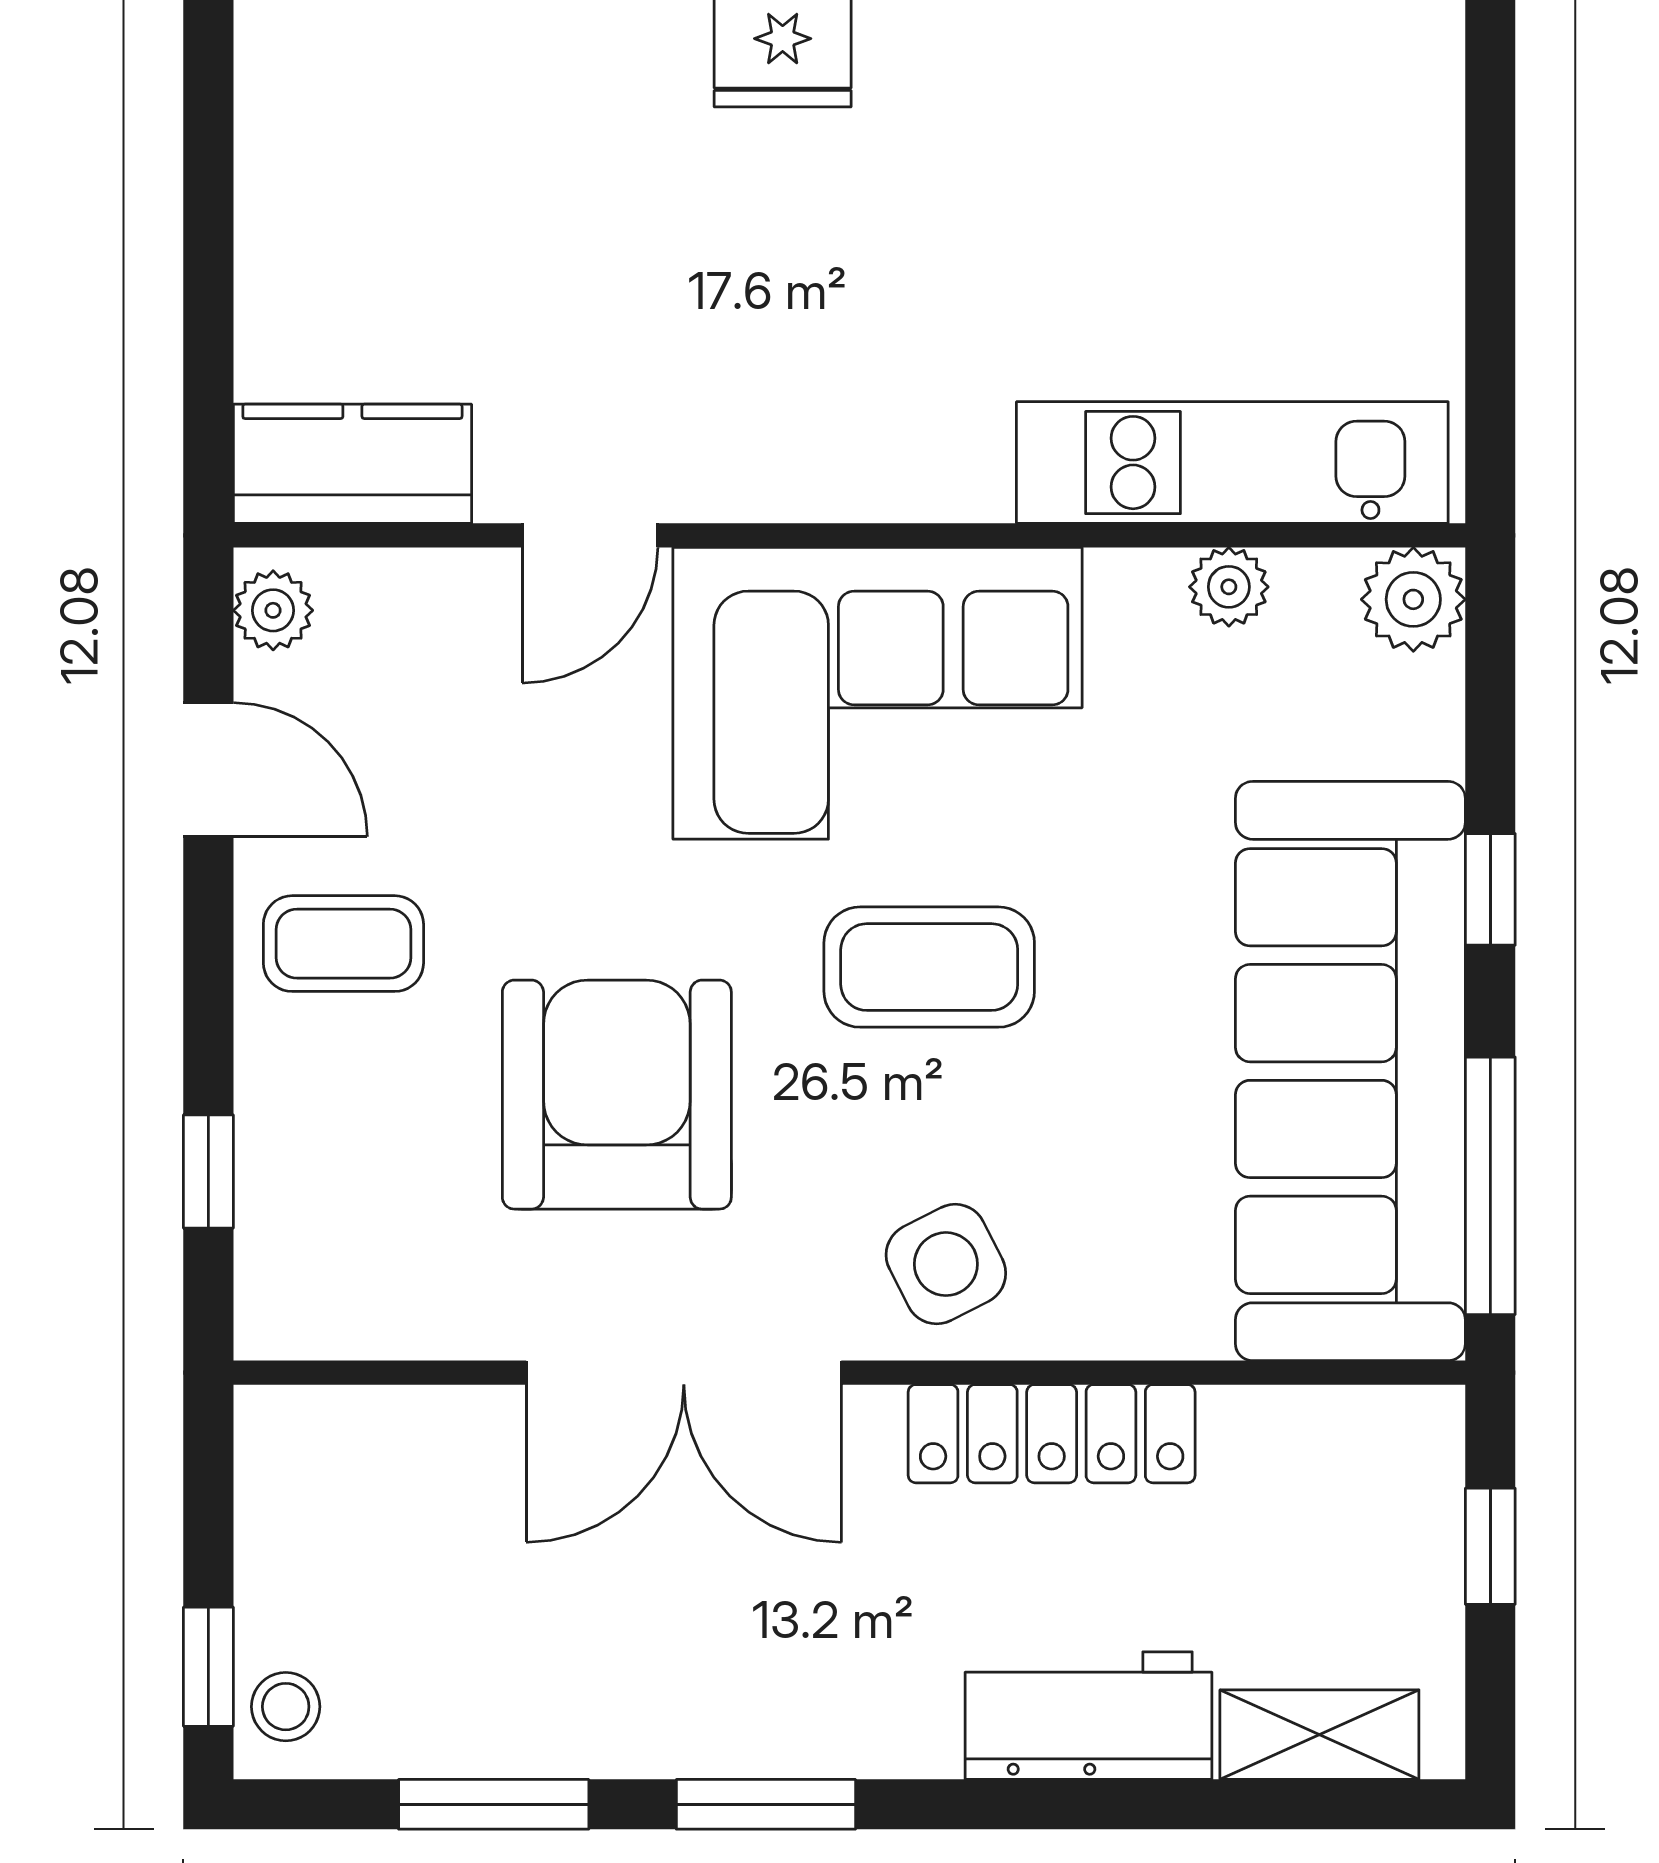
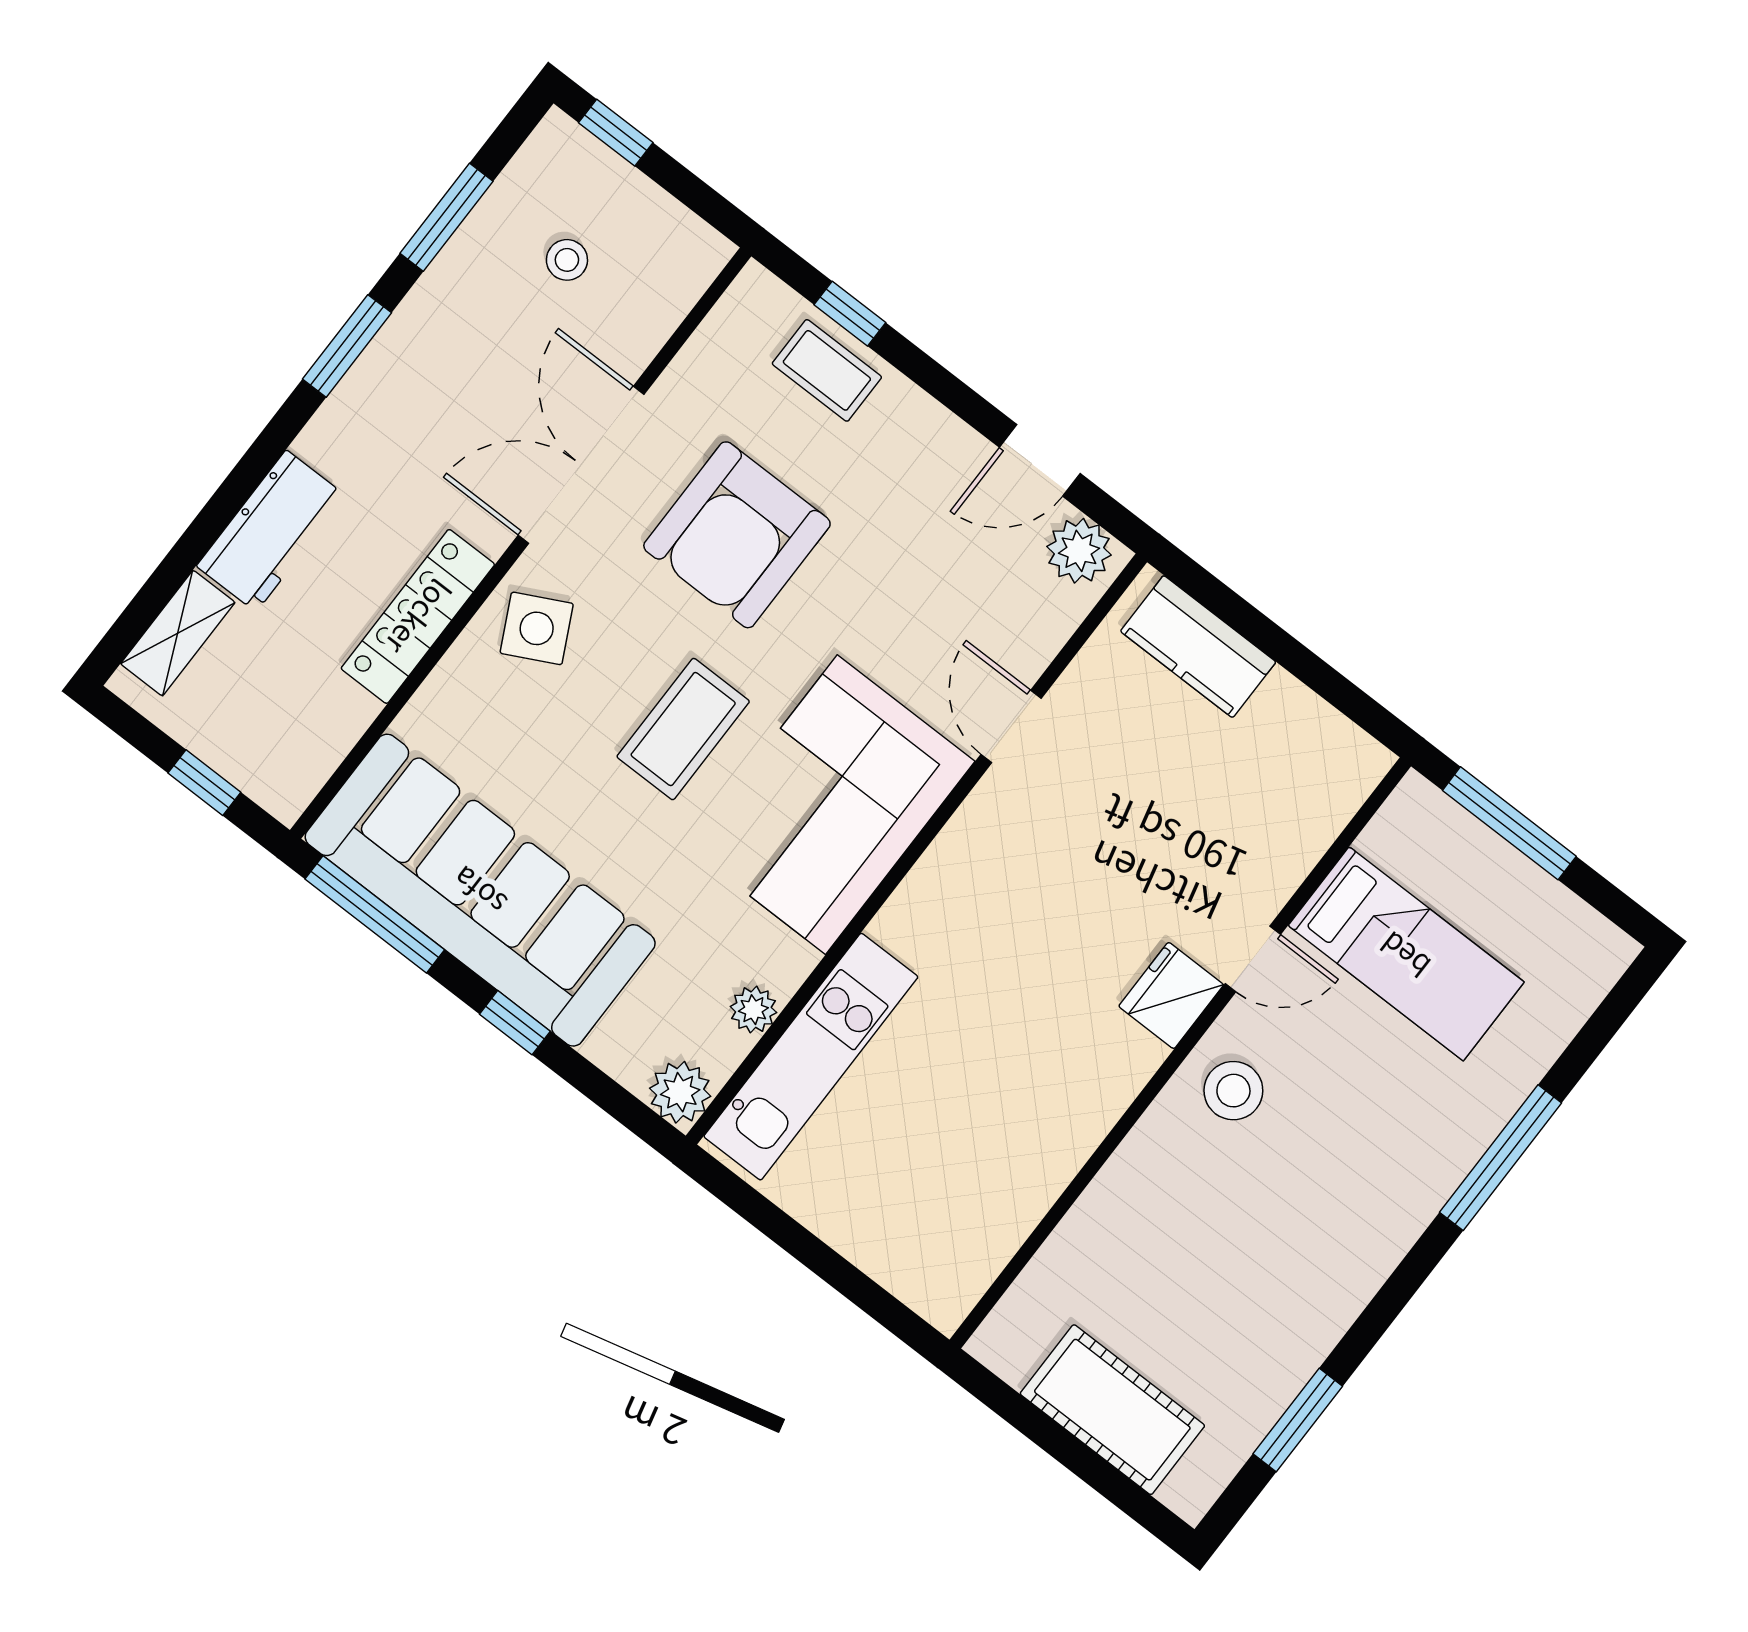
kitchen counter: (352, 464) -> (1198, 647), moved, turned 90
plant: (273, 610) -> (1079, 551), width x1.38, depth x1.38
coffee table: (343, 944) -> (827, 370), moved, turned 90
armchair: (617, 1095) -> (737, 535), turned 90
stool: (286, 1707) -> (567, 260), moved

